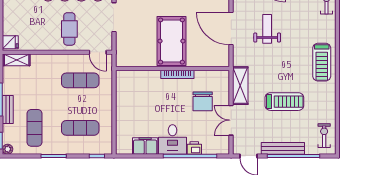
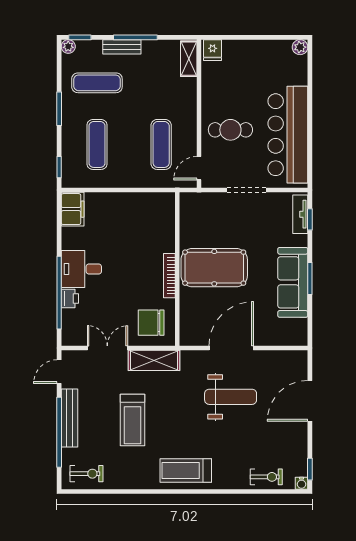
weight bench: (267, 29) -> (231, 397), width x1.36, depth x1.33
chair: (203, 101) -> (151, 323), moved
filing cabinet: (145, 146) -> (73, 209), moved

